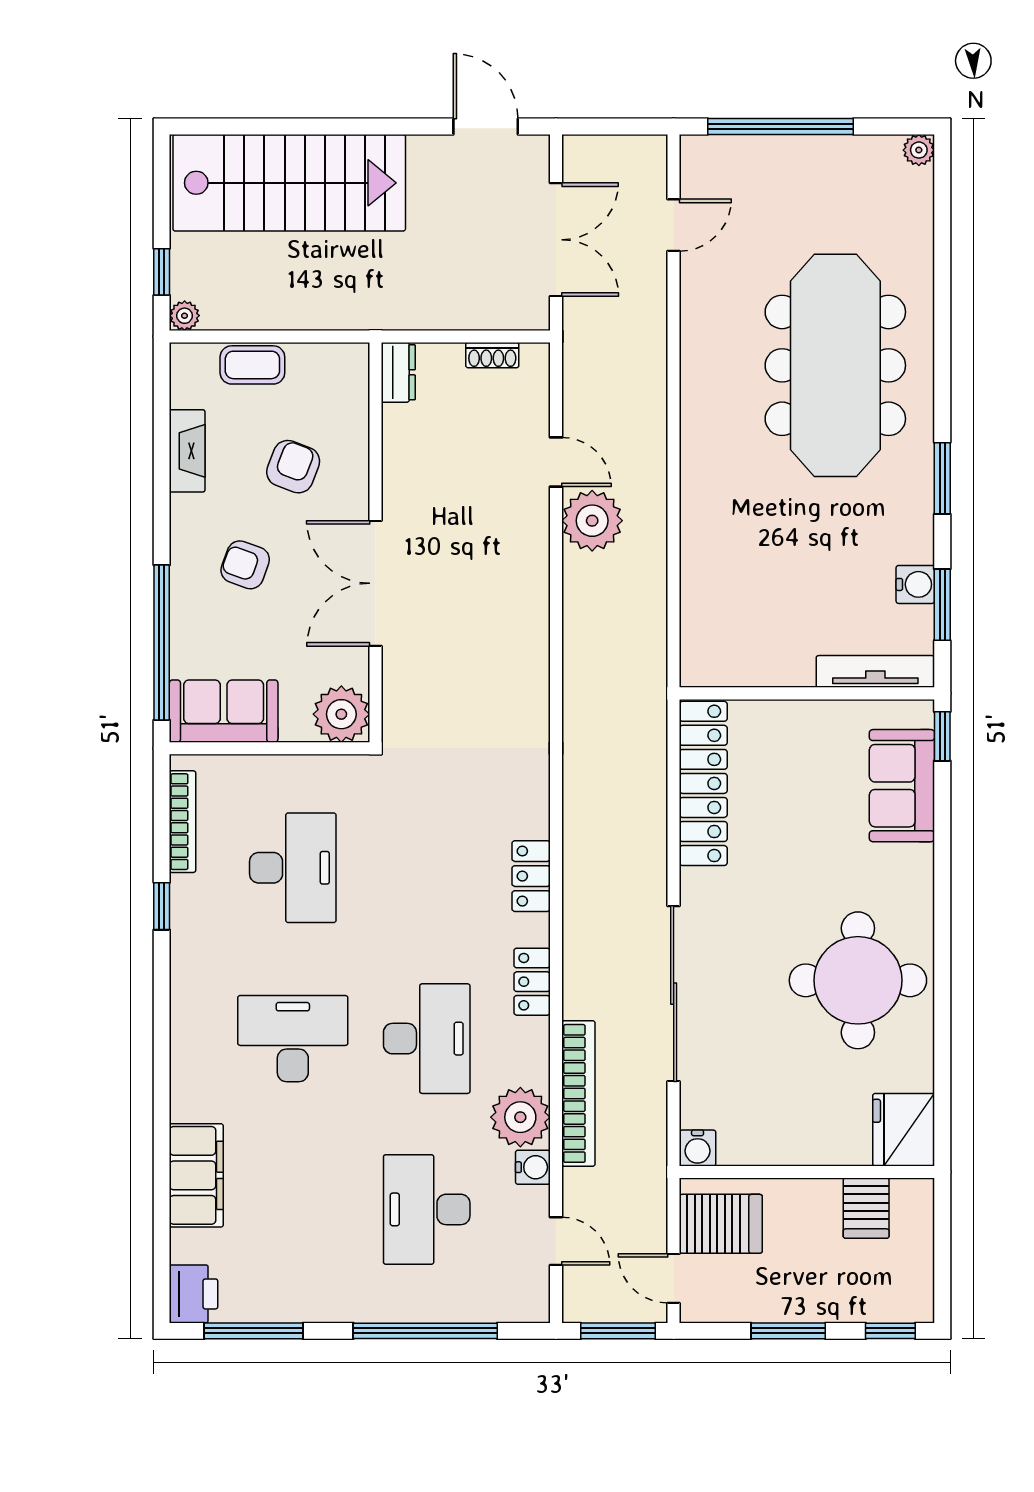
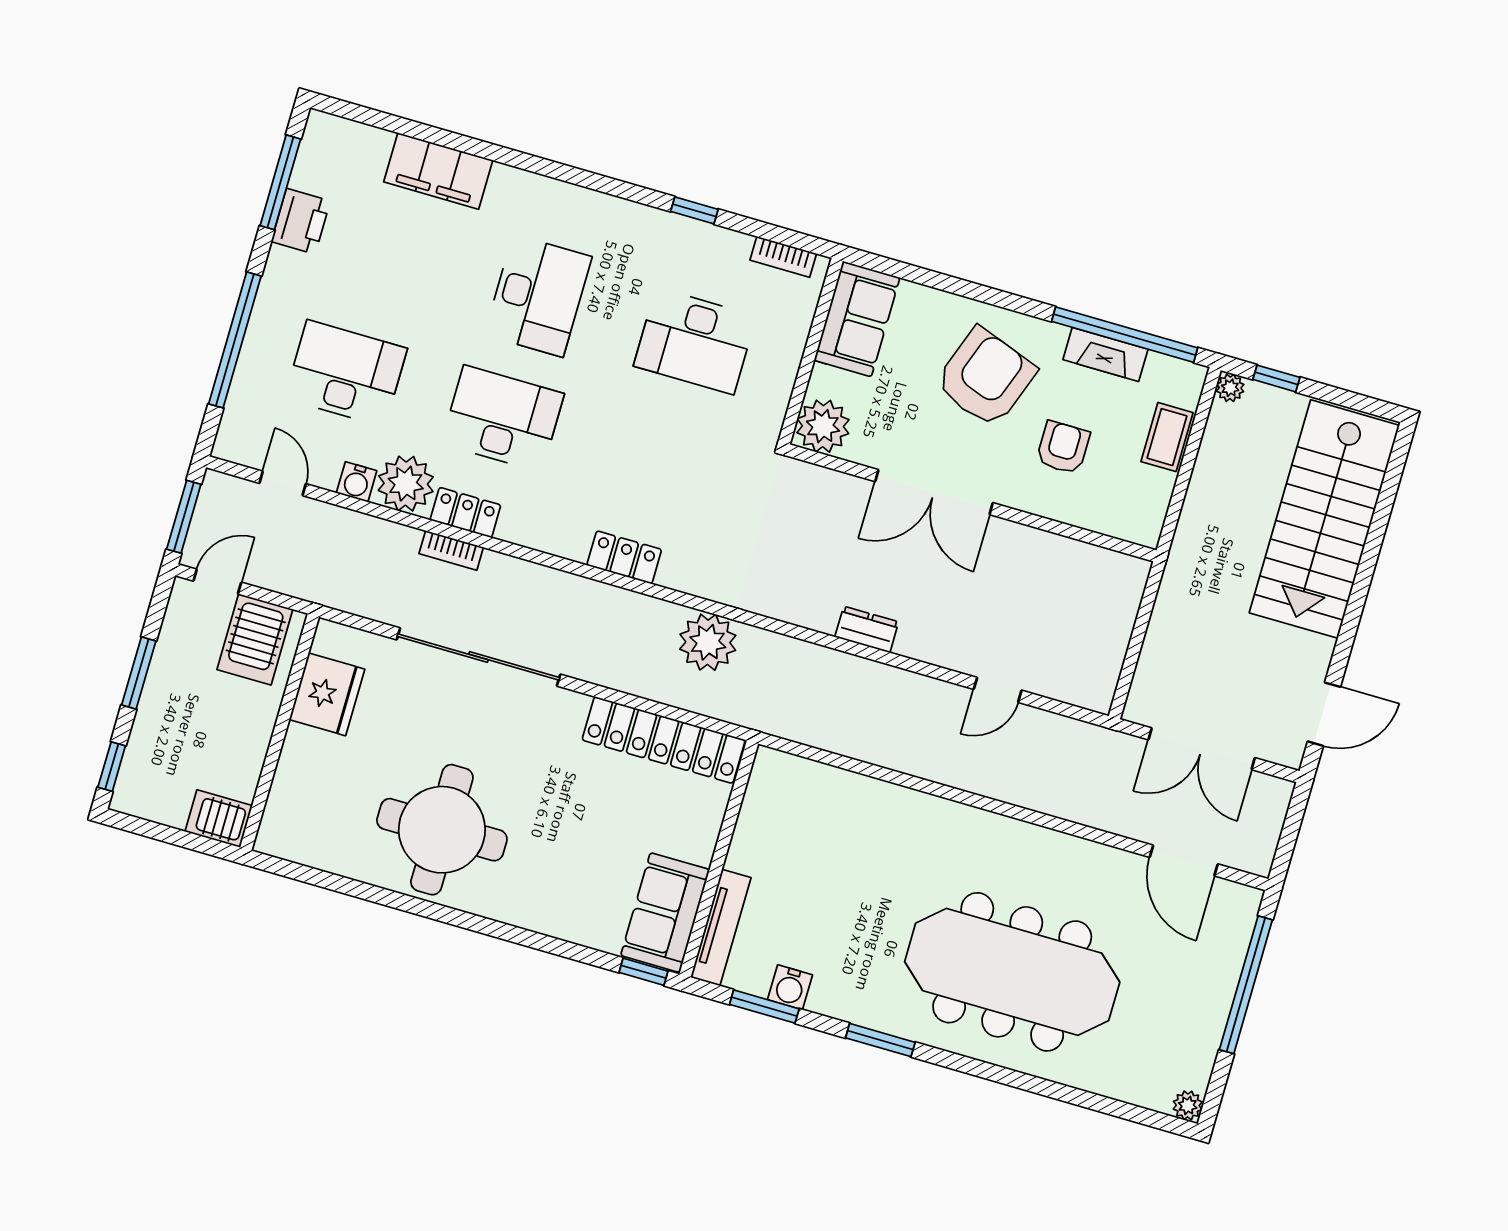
door: (674, 225) -> (1184, 861), width x1.38
shoe rack: (492, 355) -> (1112, 660), removed
dresser: (398, 372) -> (867, 629), moved, turned 180
armchair: (293, 467) -> (1063, 448), turned -111
plant: (592, 521) -> (708, 642), moved
armchair: (245, 565) -> (985, 377), width x1.88, depth x1.88
double door: (375, 583) -> (934, 492), swing flipped
window: (162, 642) -> (1125, 335), moved
sofa: (902, 786) -> (665, 913), moved, turned -90
bookcase: (183, 822) -> (783, 257), width x0.64
locker: (532, 982) -> (465, 513), moved
desk: (427, 1039) -> (503, 419), turned 180
bookcase: (578, 1093) -> (451, 551), width x0.43, depth x0.76
fridge: (904, 1130) -> (327, 694), moved, turned 90
water cooler: (698, 1148) -> (331, 638), removed
server rack: (866, 1208) -> (219, 819), moved
door: (556, 1241) -> (283, 483), swing flipped
printer: (194, 1294) -> (301, 221), moved, turned -90

